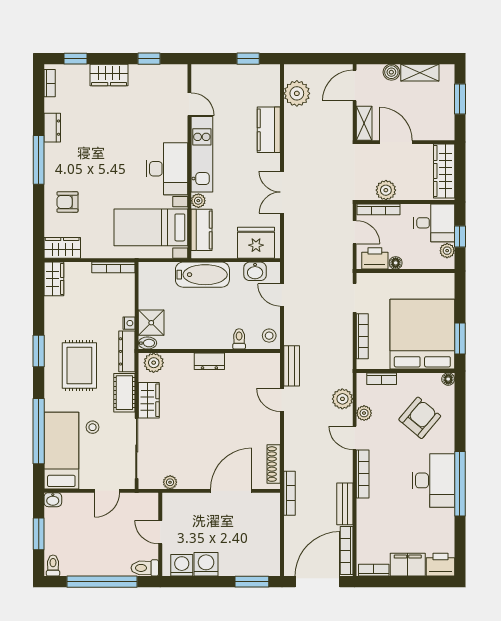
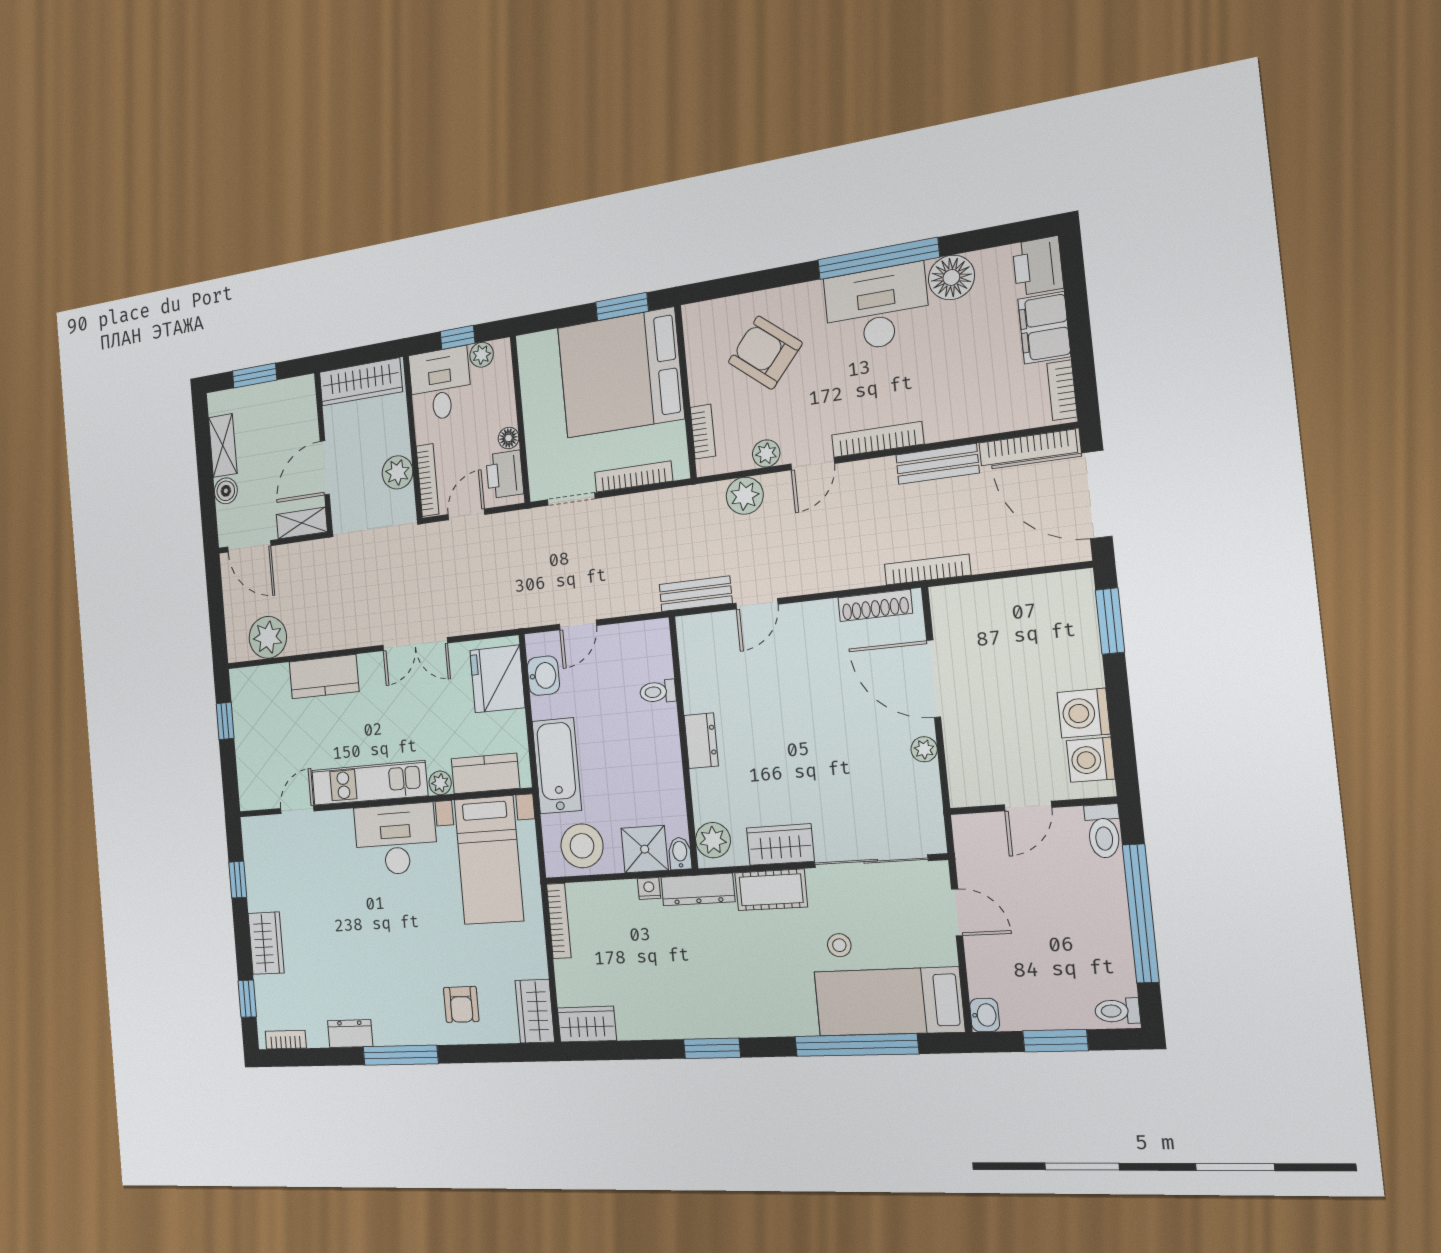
stool: (269, 336) -> (582, 846), moved, width x1.89, depth x1.89
rug: (79, 366) -> (730, 974), removed
floor lamp: (448, 379) -> (951, 277), moved, width x1.89, depth x1.89
plant: (170, 482) -> (924, 749), moved

